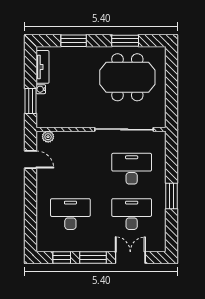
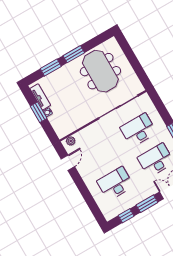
window: (125, 41) -> (74, 54), moved
meeting table: (127, 77) -> (100, 71), turned 90
window: (31, 101) -> (39, 112), moved
door: (31, 160) -> (68, 163), hinge flipped

